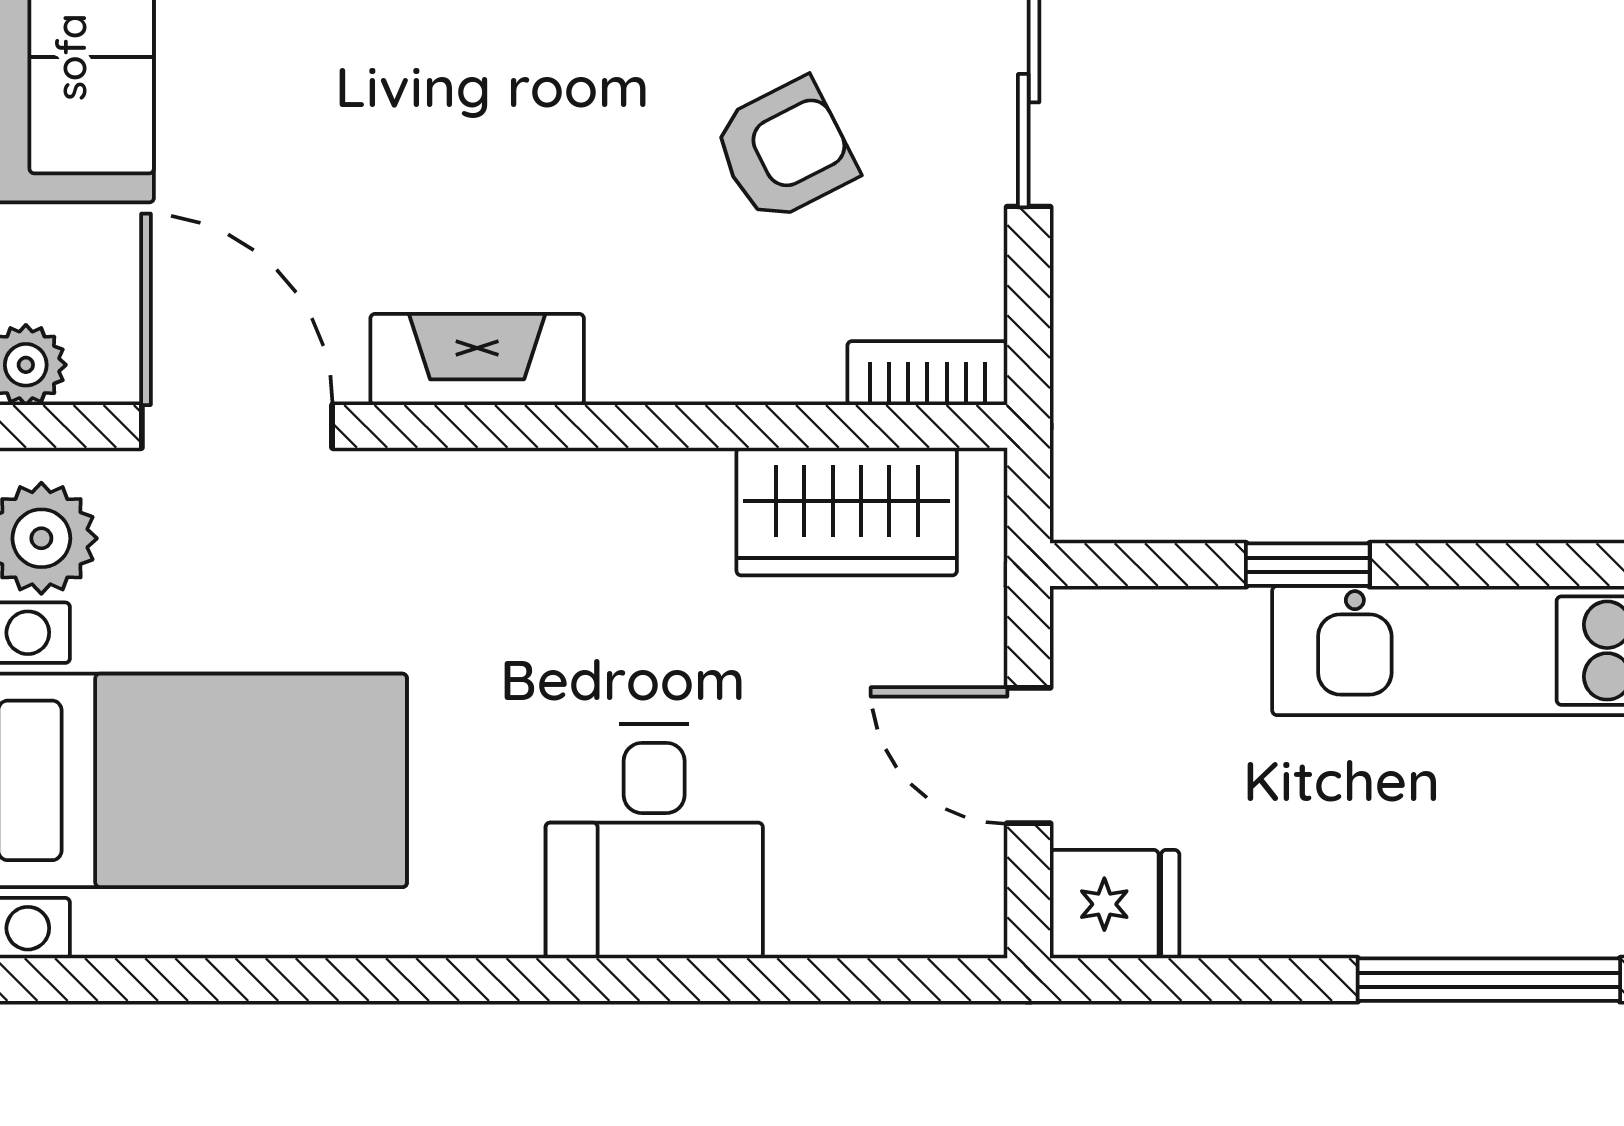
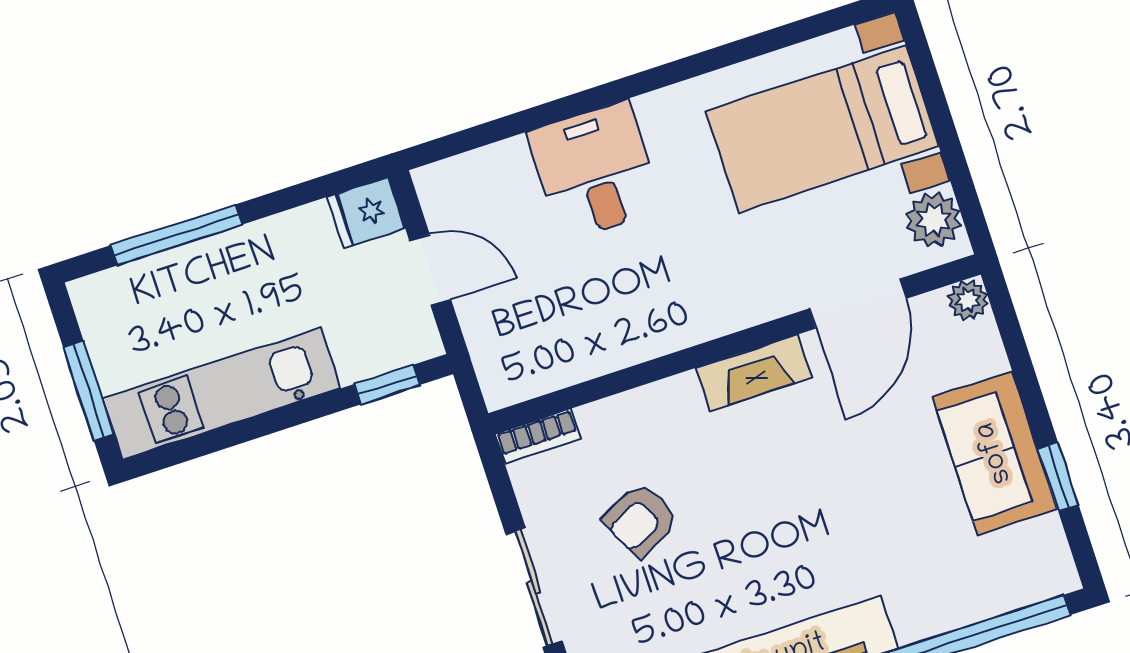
door: (237, 426) -> (858, 303), hinge flipped
wardrobe: (847, 512) -> (555, 358), removed
window: (1308, 565) -> (387, 385), moved

